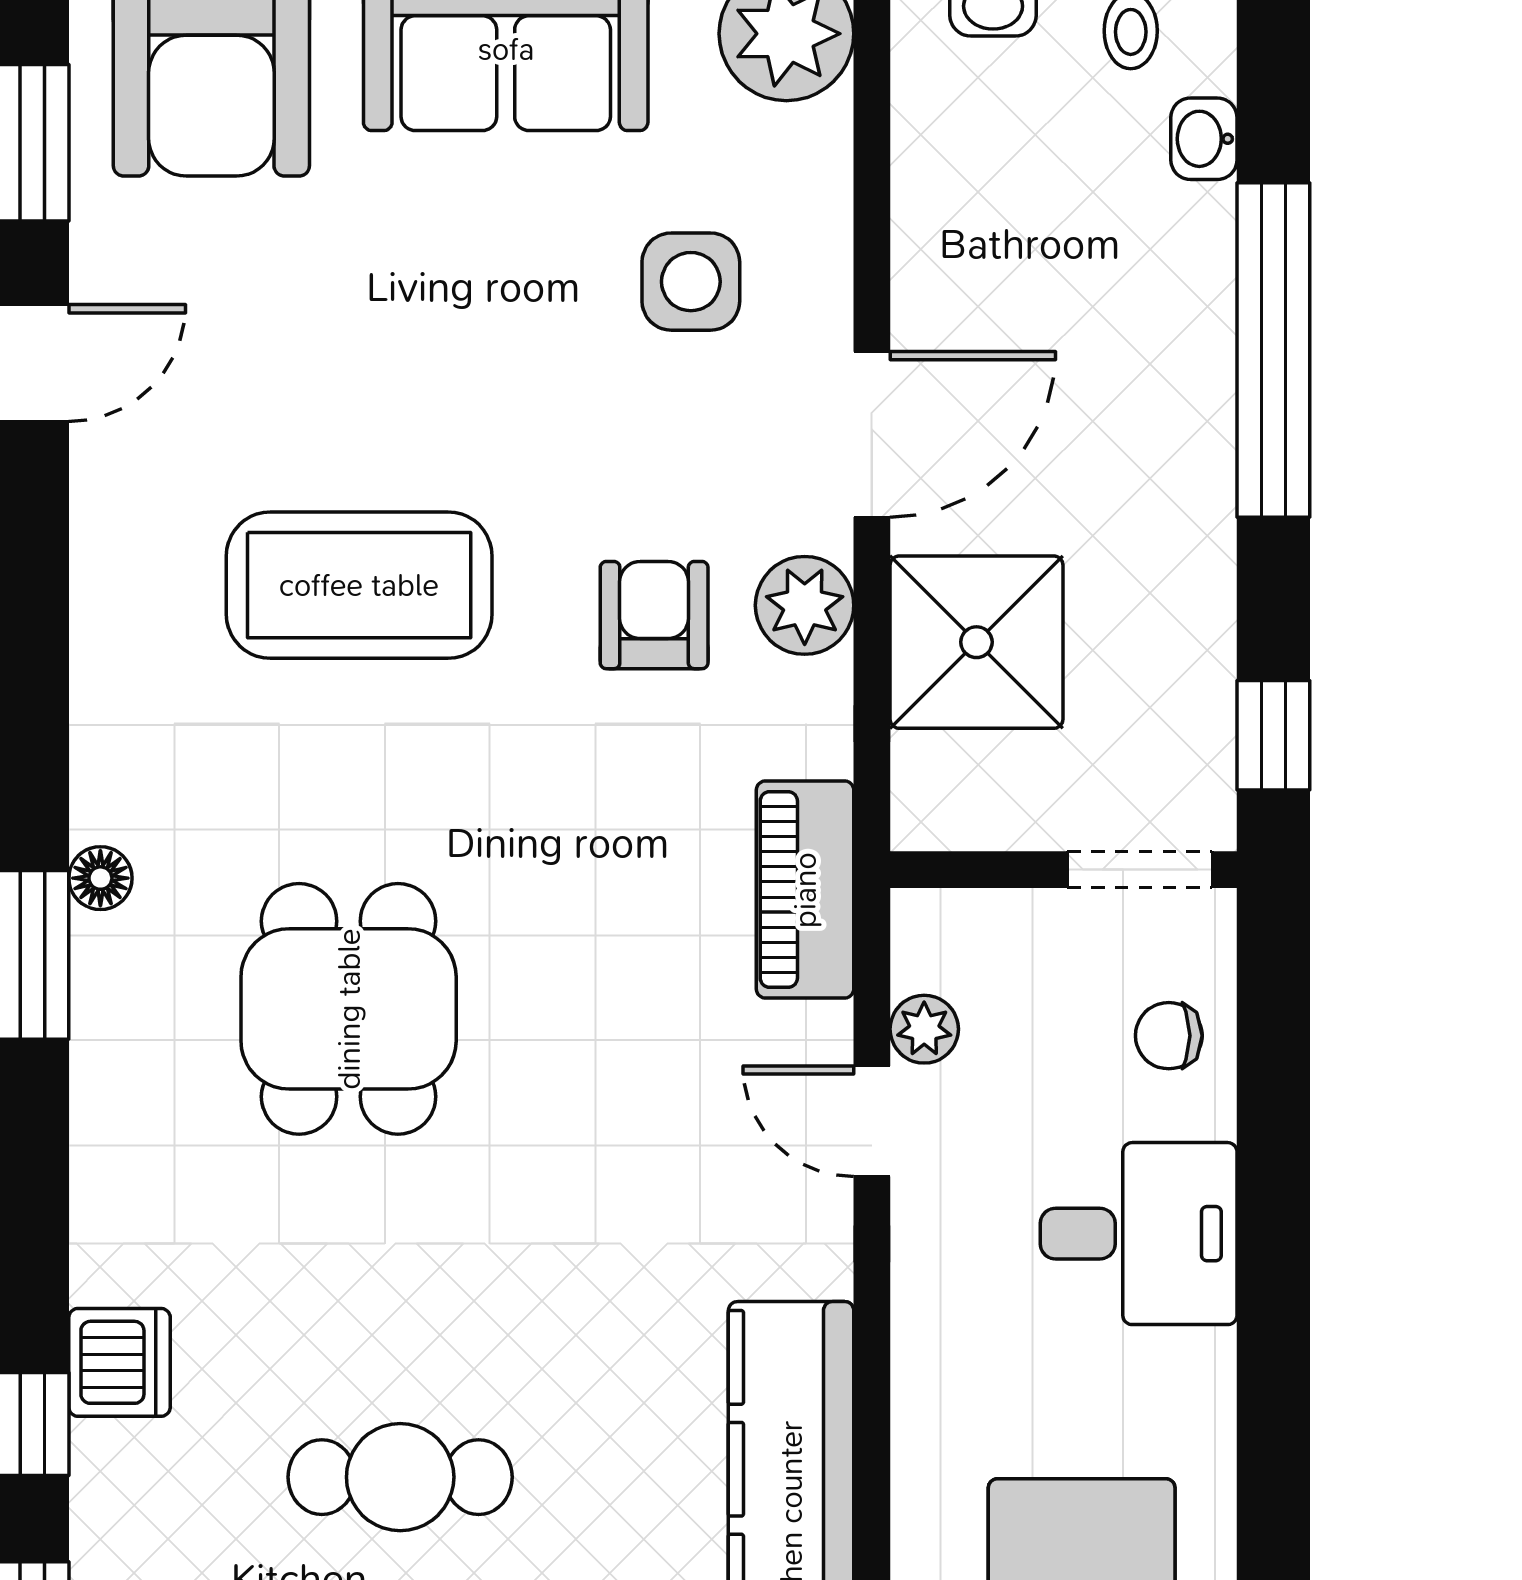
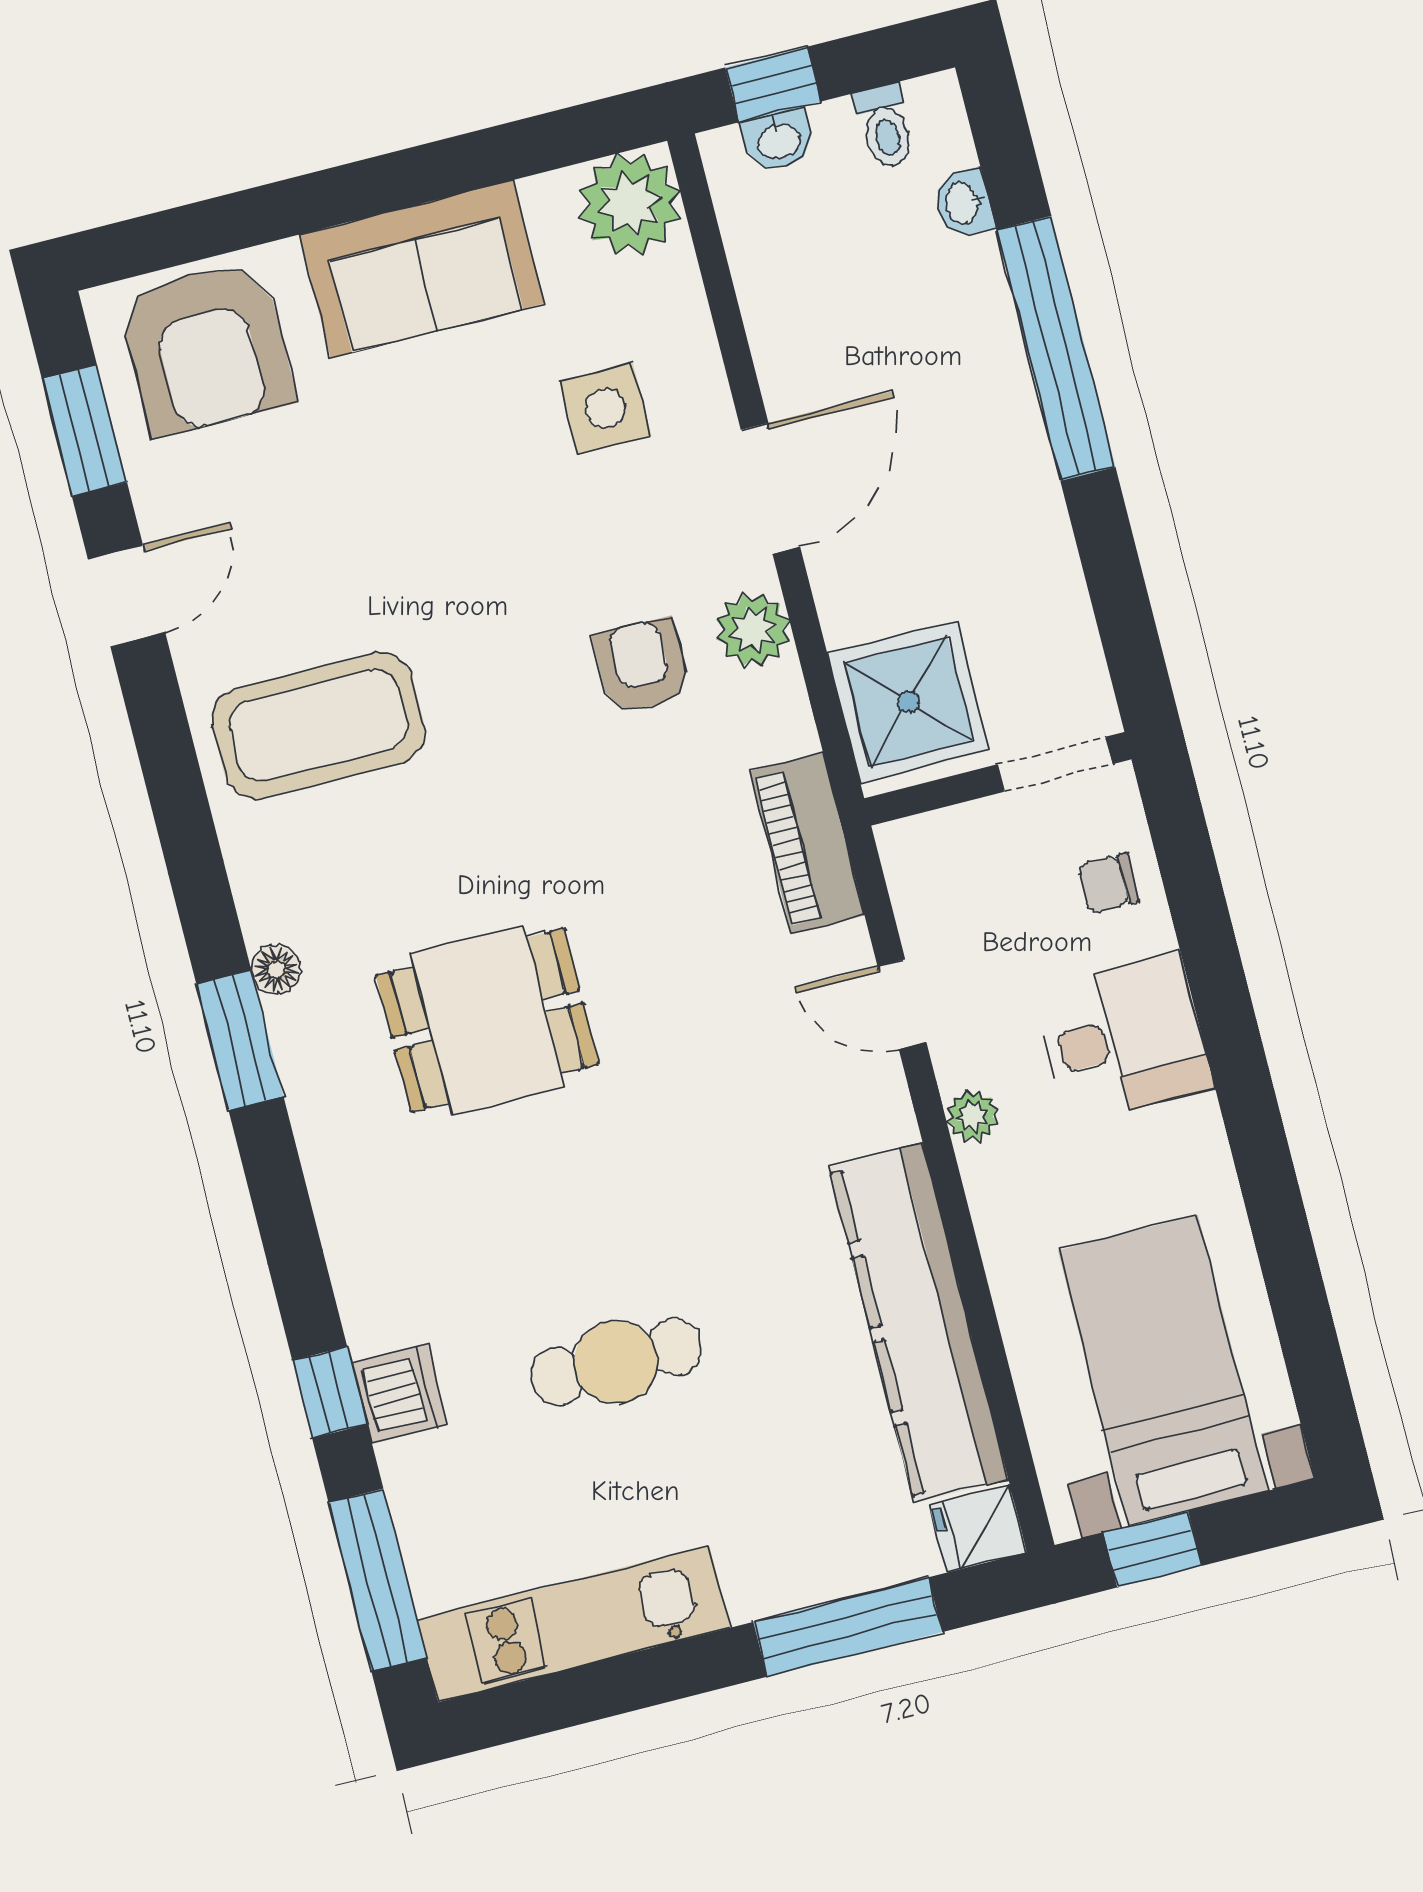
coffee table: (359, 585) -> (318, 726), moved
shower: (976, 642) -> (909, 702), moved
window: (1273, 735) -> (1130, 638), removed
dining table: (349, 1009) -> (488, 1020), turned 90
plant: (924, 1029) -> (972, 1116), moved
dishwasher: (120, 1362) -> (400, 1394), moved

